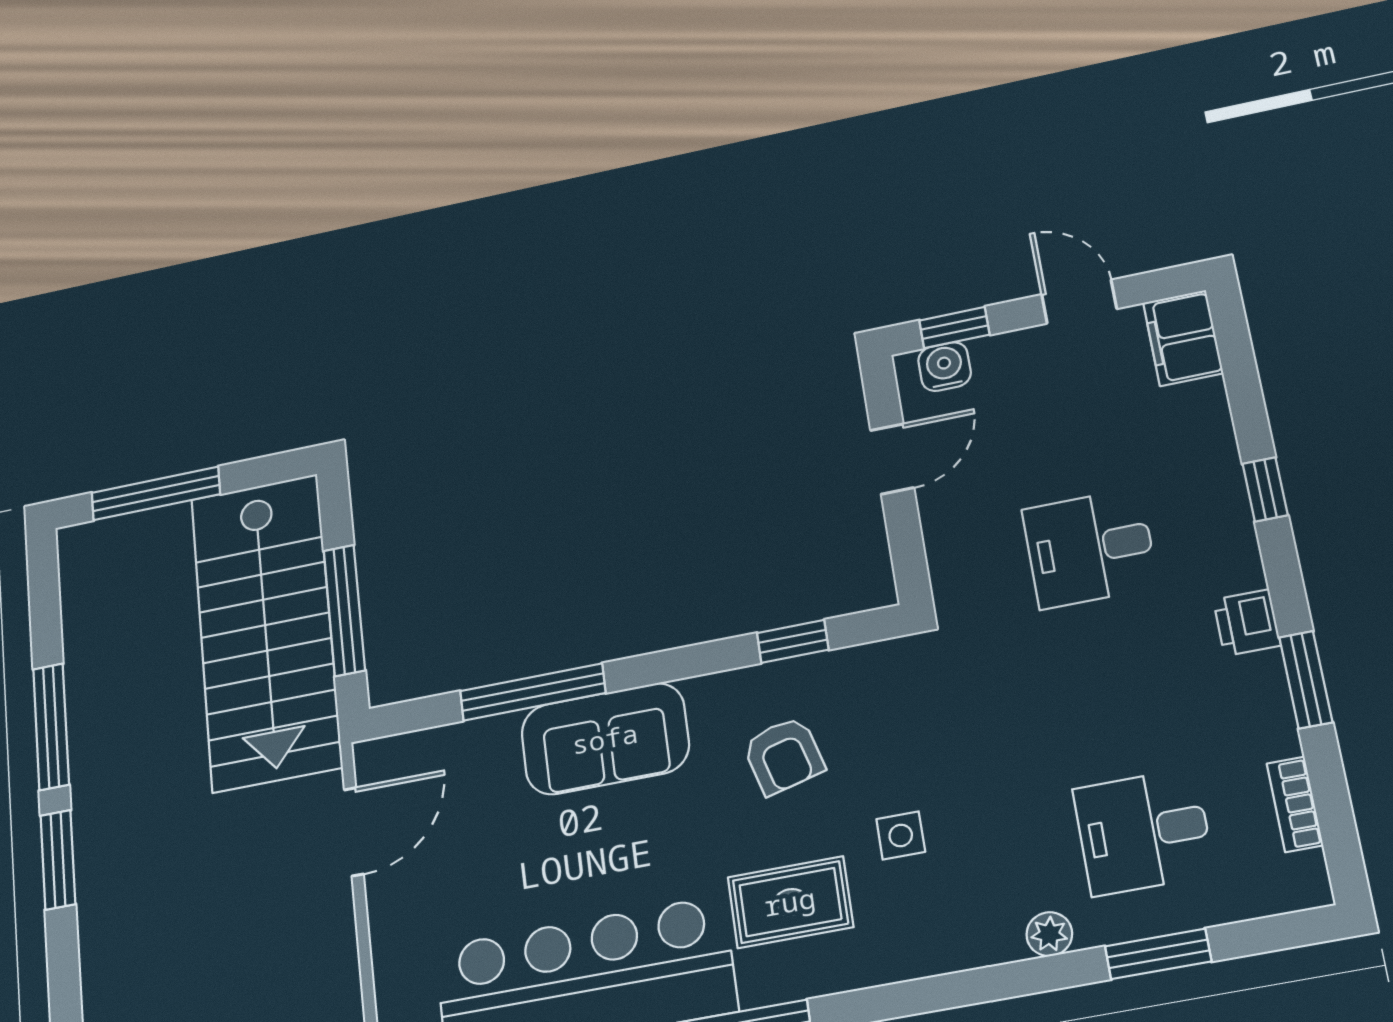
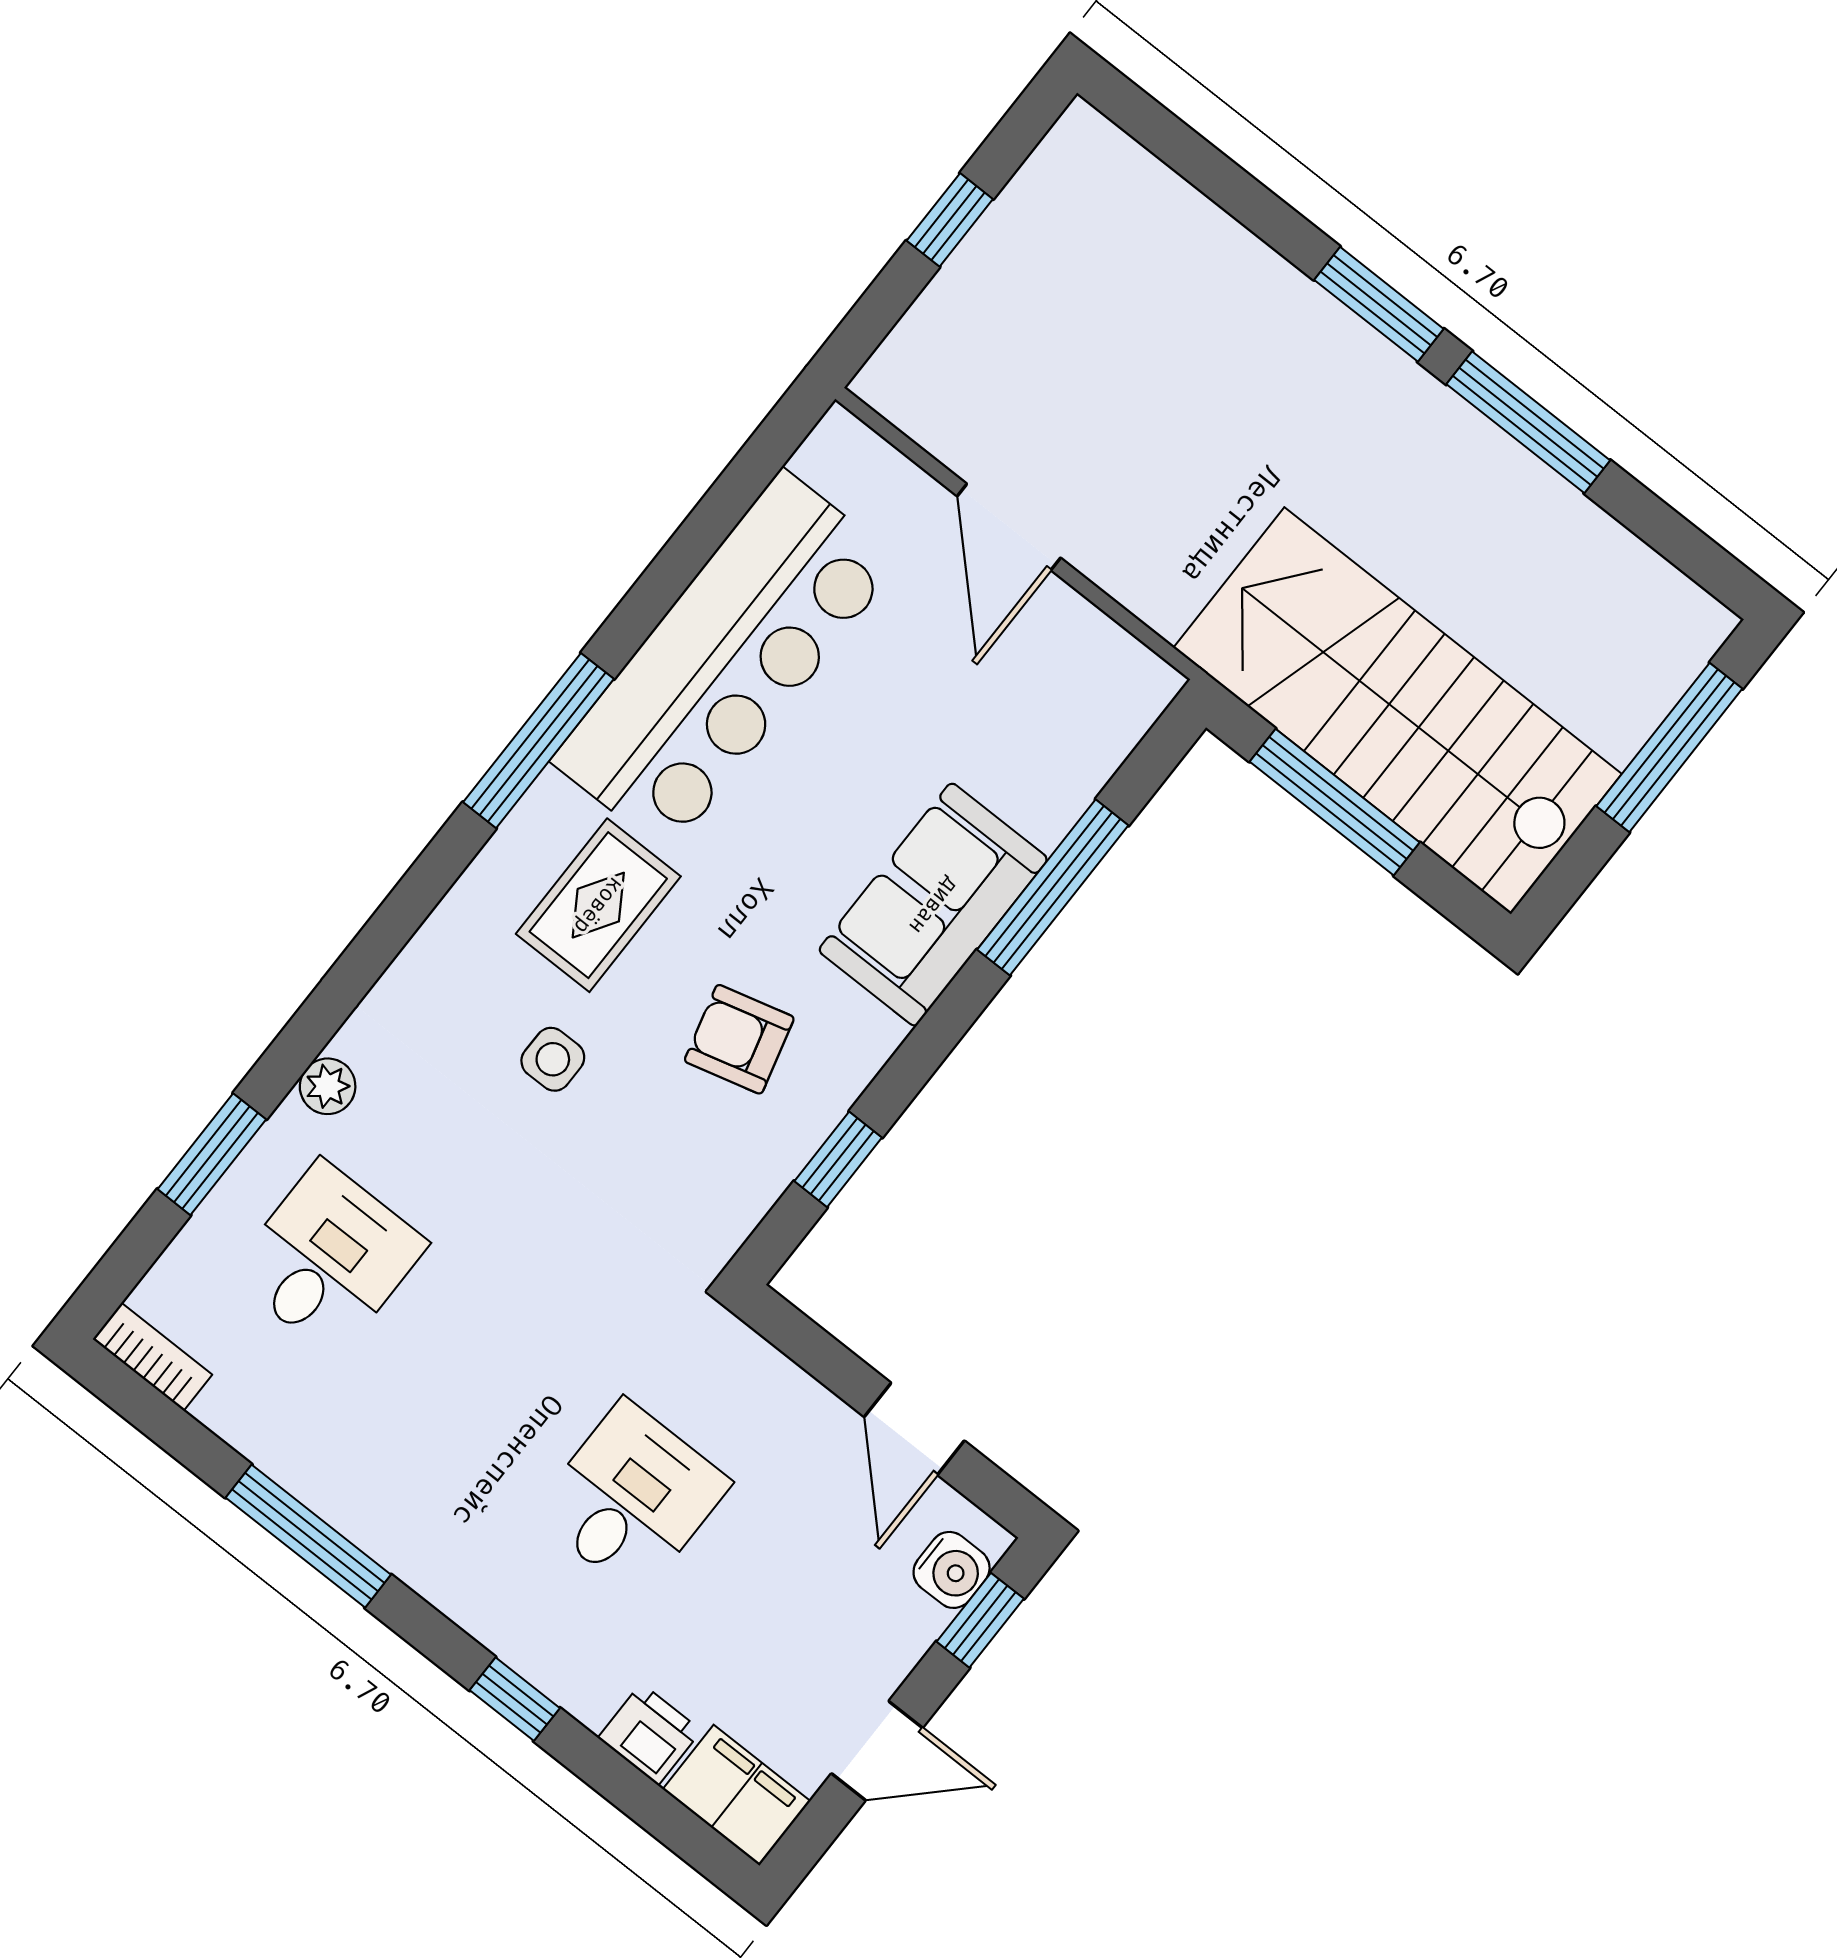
printer: (1247, 623) -> (650, 1734), moved
window: (1306, 680) -> (308, 1536), width x1.44
bookcase: (1295, 804) -> (152, 1357), moved
door: (354, 832) -> (1009, 527), moved

